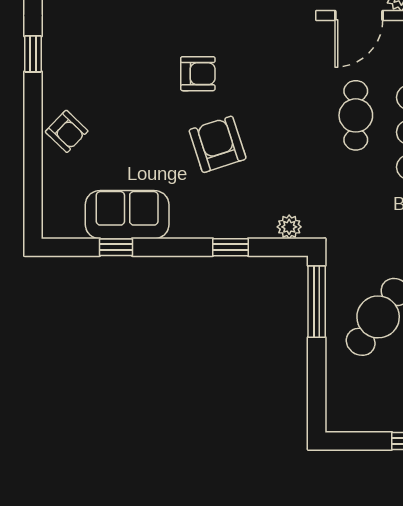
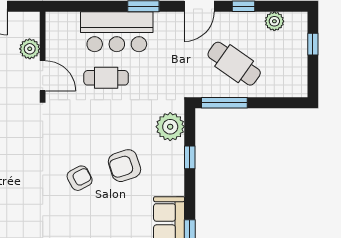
armchair: (198, 74) -> (80, 178), turned 62
plant: (289, 227) -> (170, 127), width x1.87, depth x1.87

